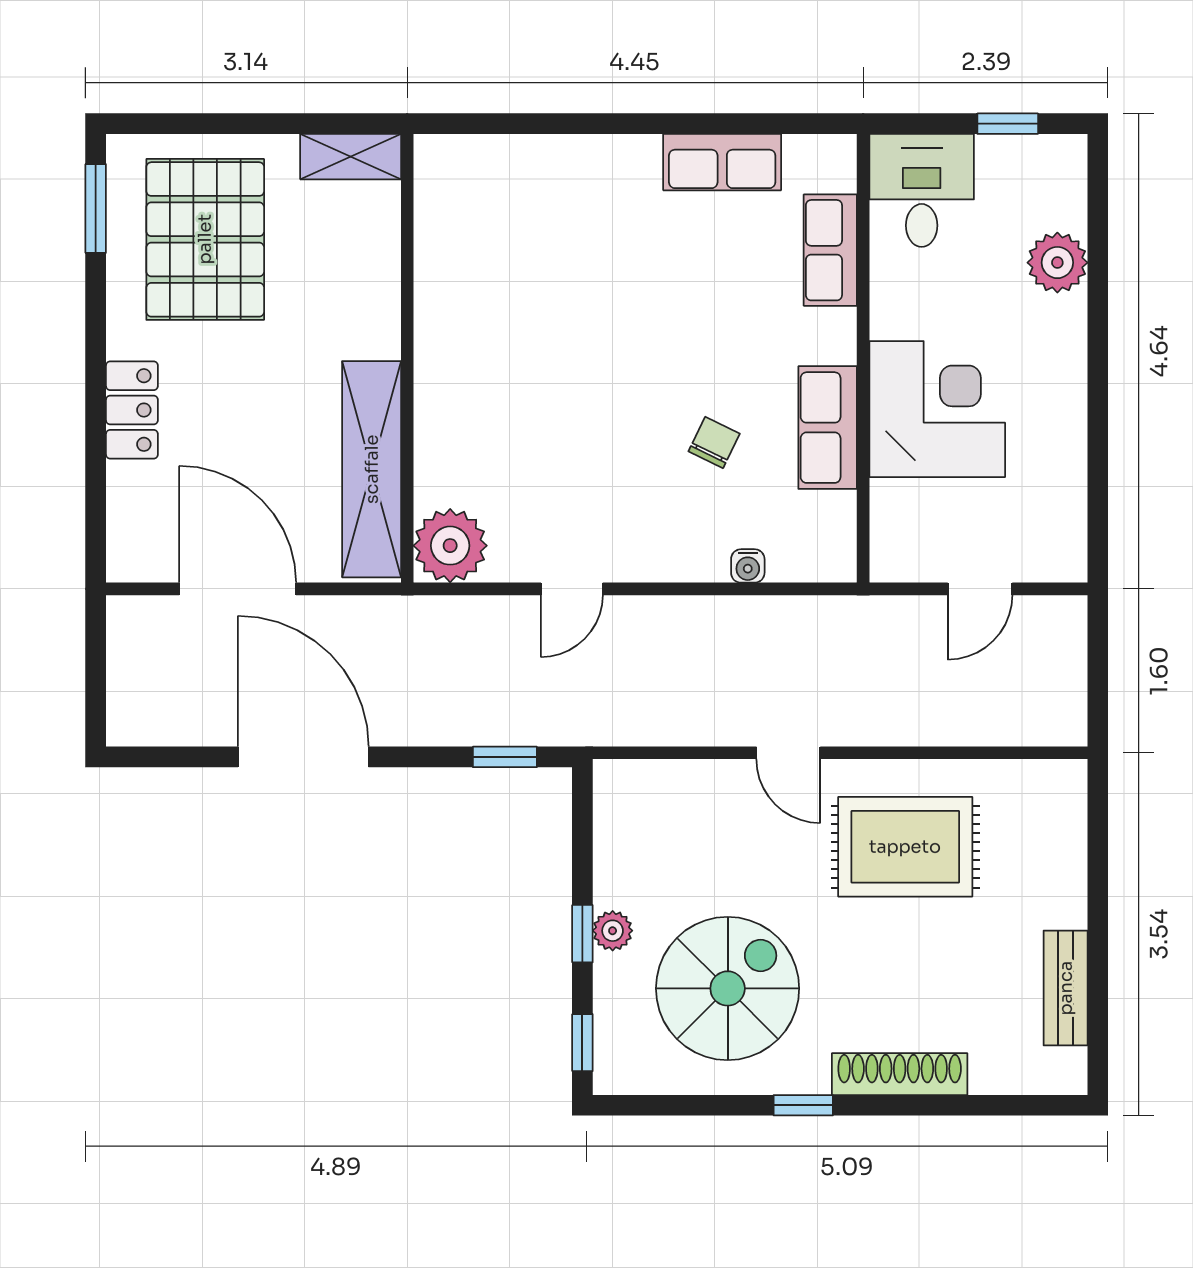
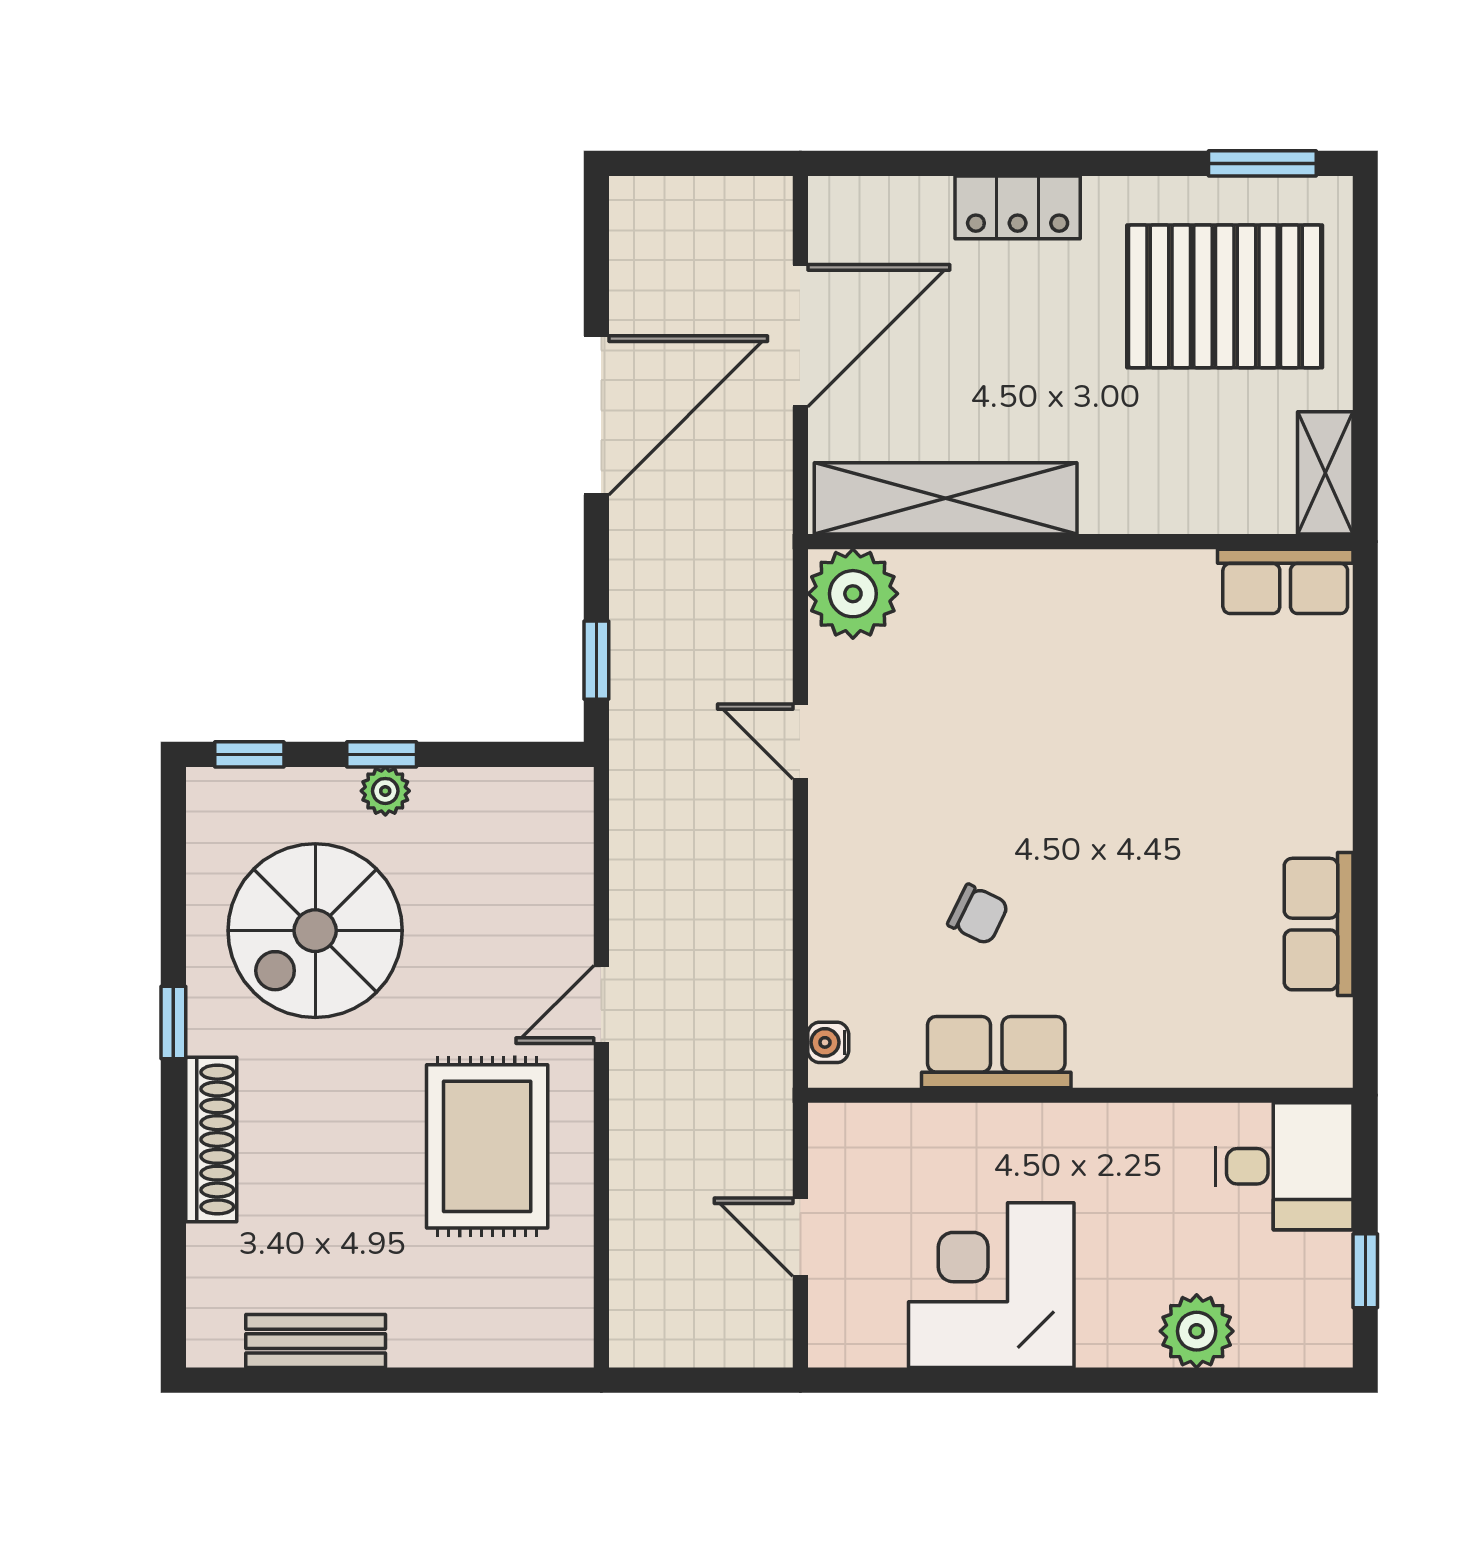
row of seats: (830, 250) -> (1285, 581), moved, turned 180
corner desk: (937, 409) -> (991, 1285), moved, turned 180
water cooler: (748, 566) -> (828, 1042), moved
spiral stairs: (728, 988) -> (315, 931), turned 90

